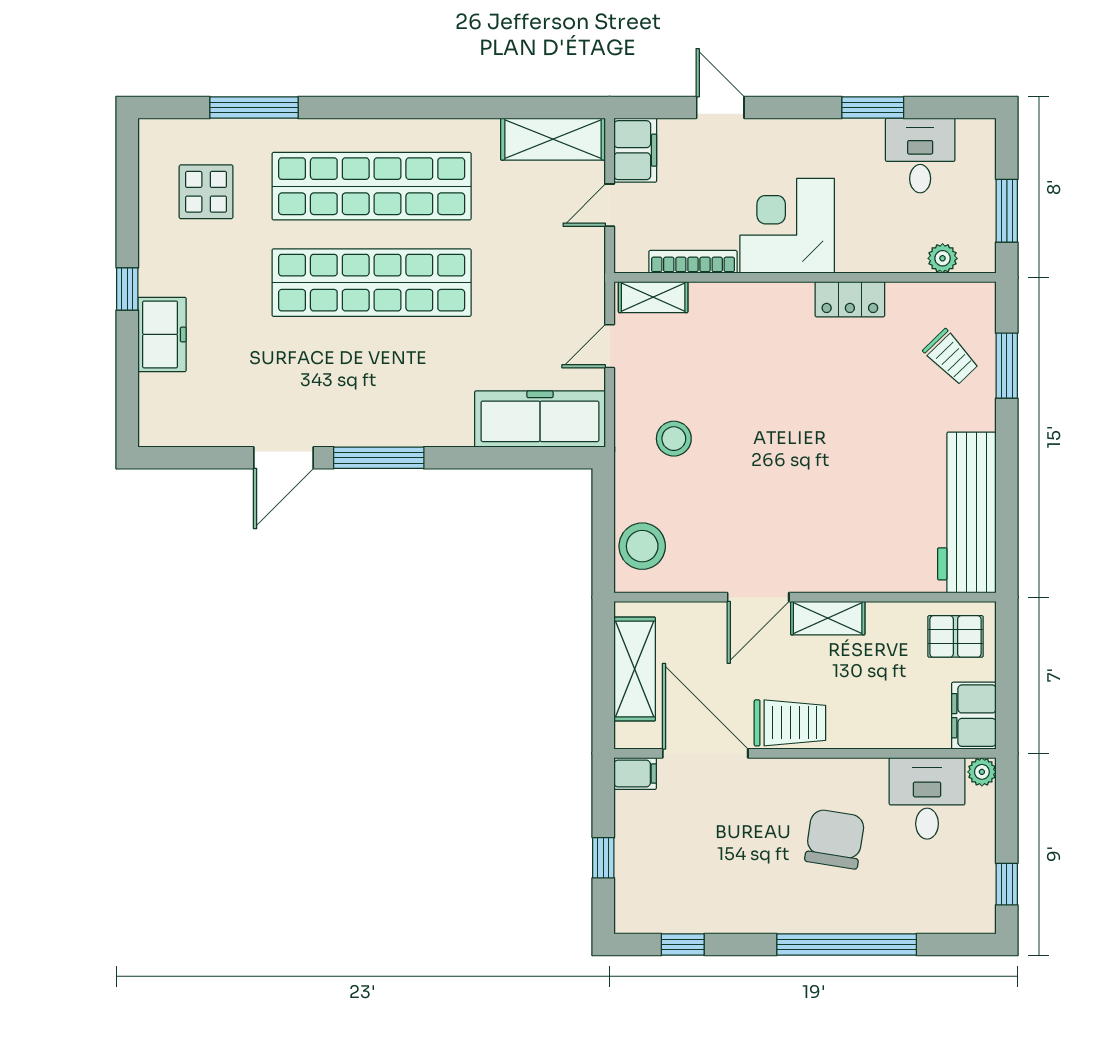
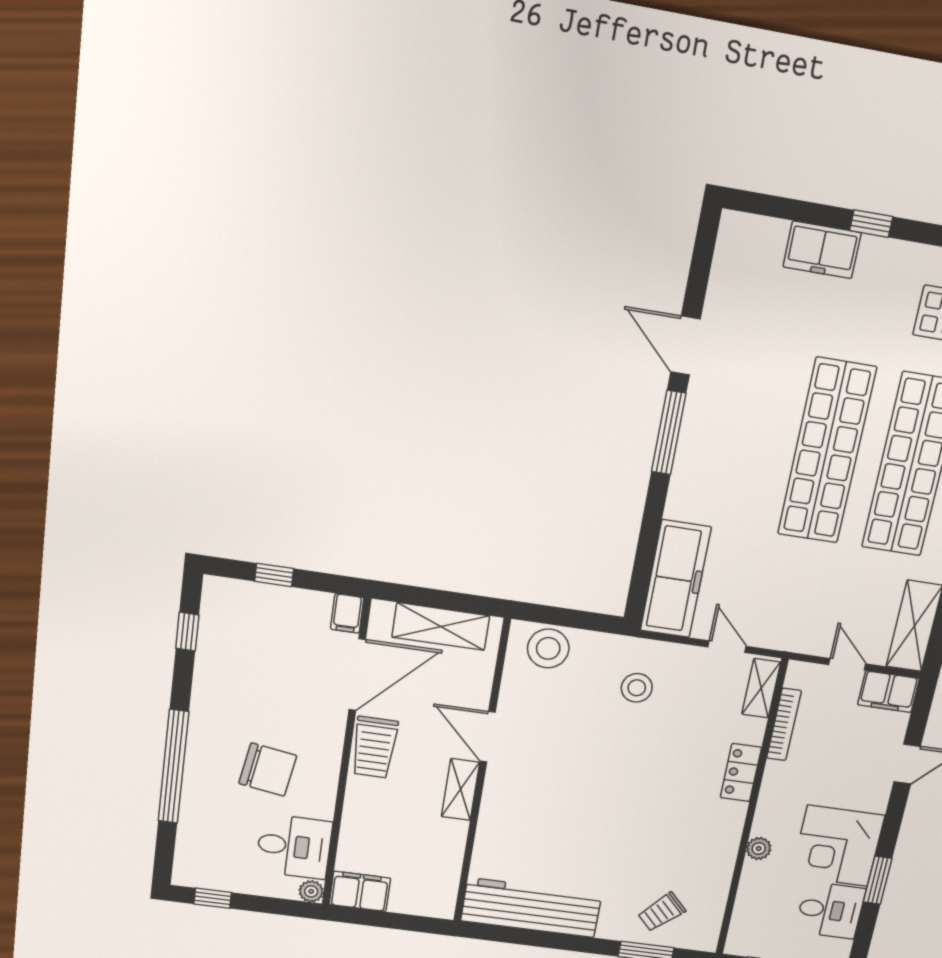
corner desk: (787, 226) -> (838, 846), moved, turned 180
plant: (943, 258) -> (759, 849), moved
locker: (850, 299) -> (741, 773), moved
pallet: (955, 636) -> (429, 886), removed

